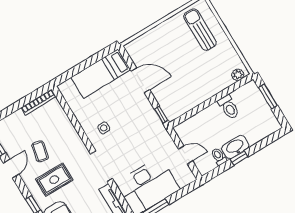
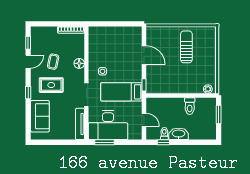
sun lounger: (200, 30) -> (186, 47), moved
bed: (101, 74) -> (121, 92), moved
floor lamp: (71, 135) -> (79, 63), added
window: (239, 158) -> (163, 142), moved

